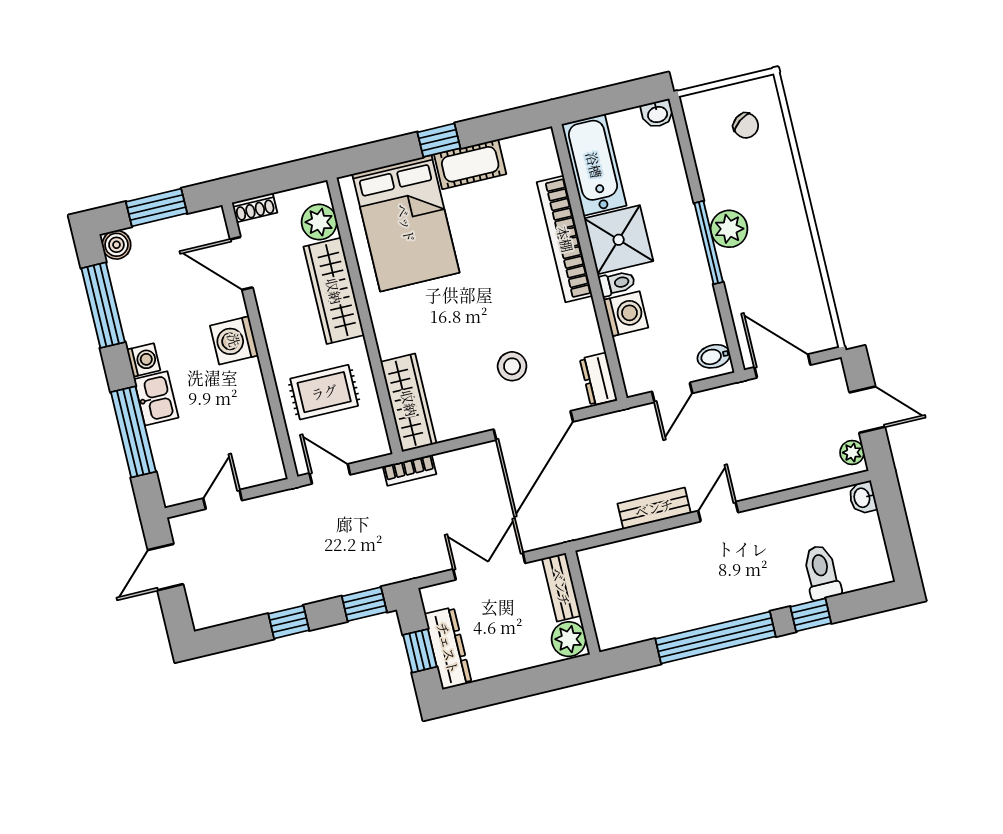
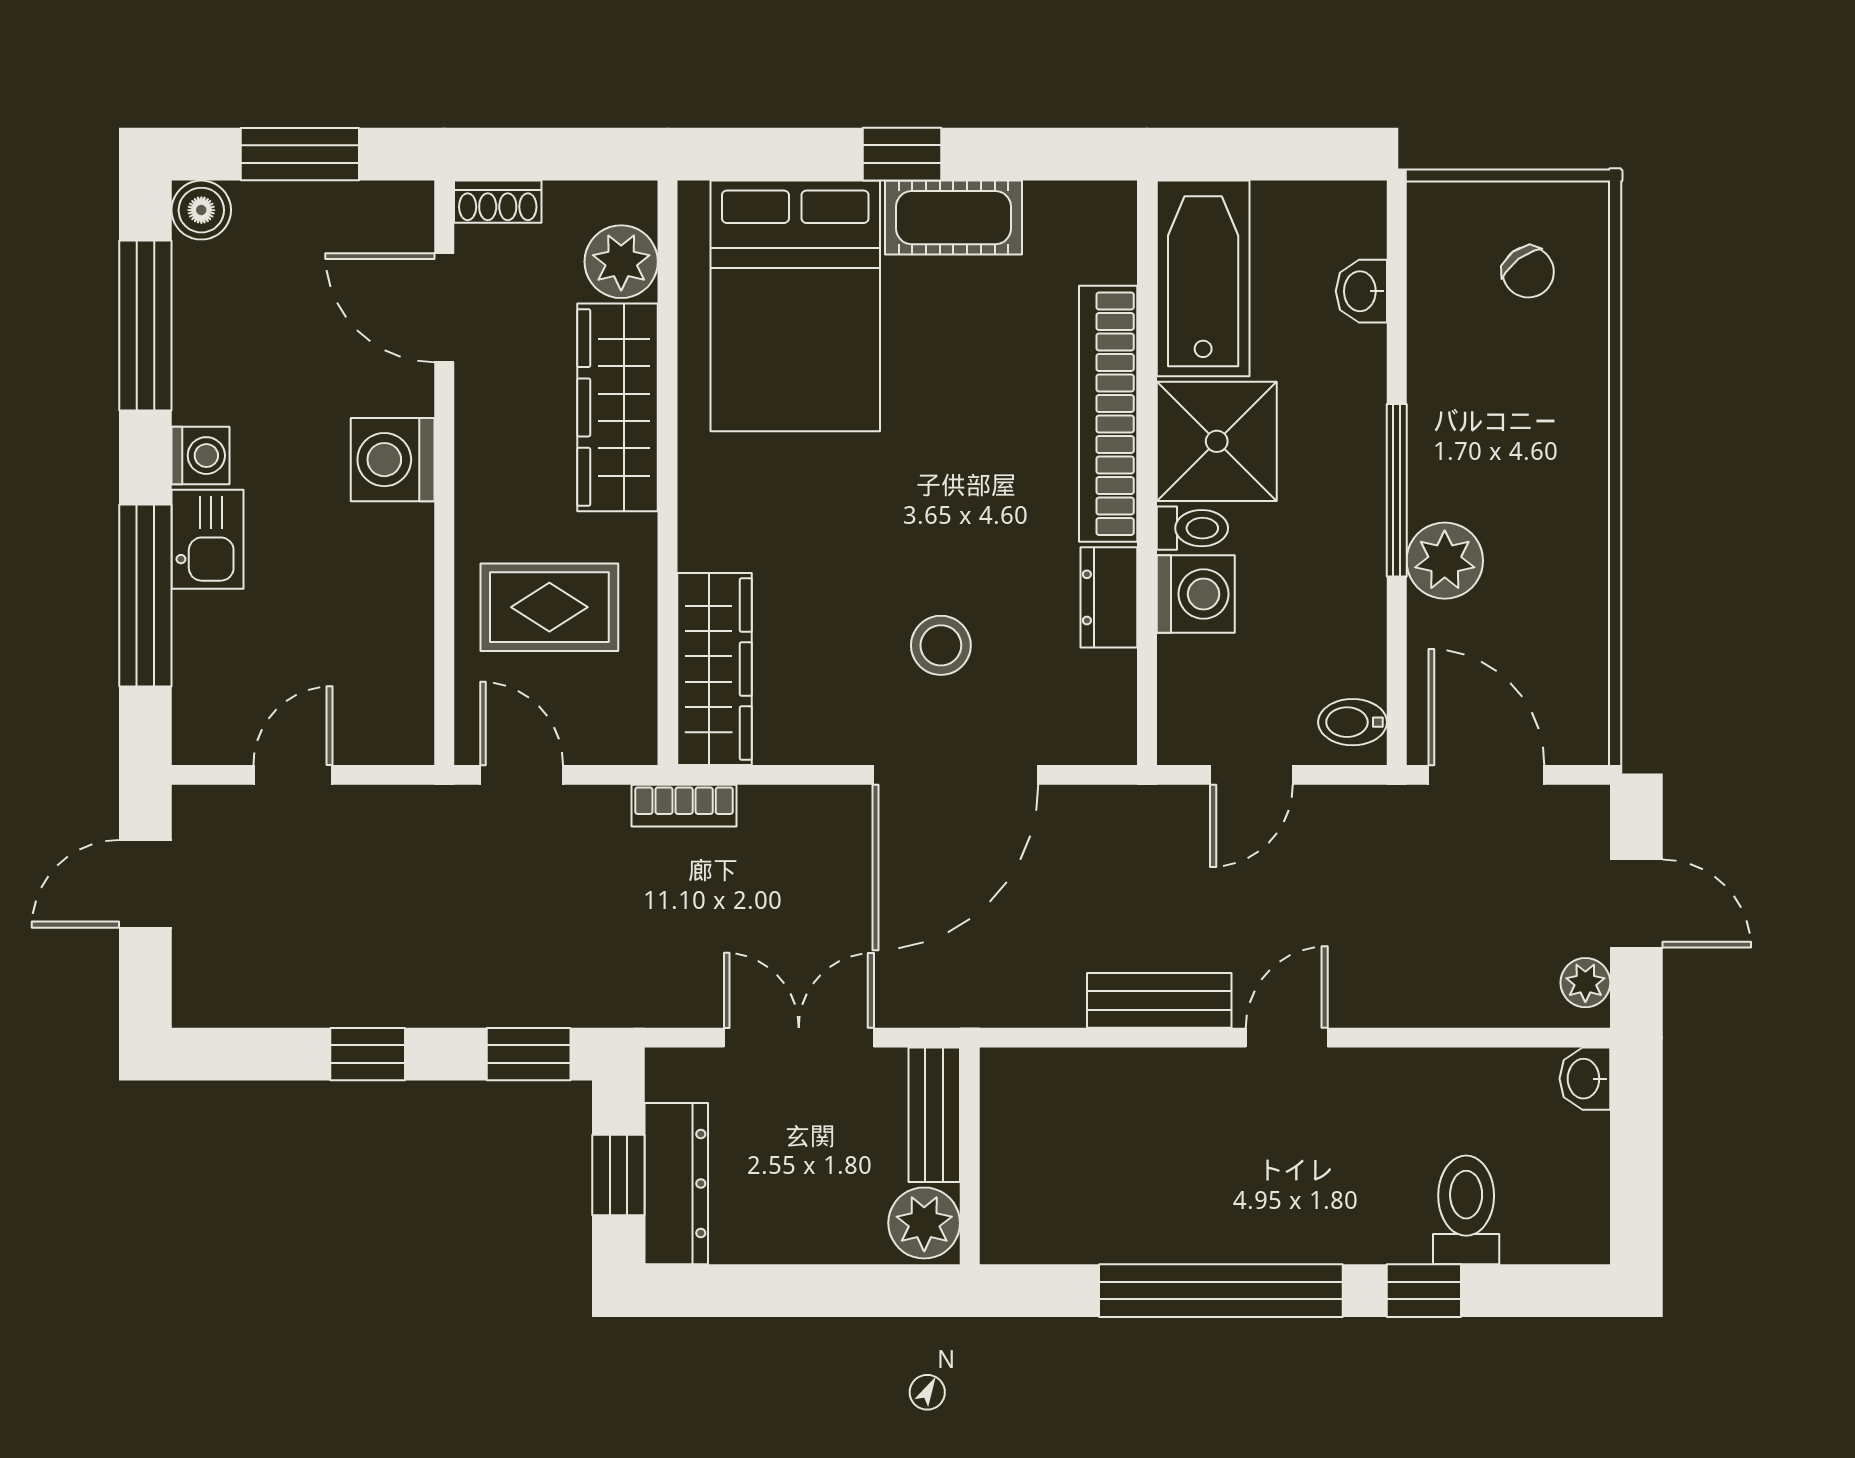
washbasin: (657, 114) -> (1361, 291), moved, turned 90
plant: (729, 229) -> (1445, 561), moved
dresser: (598, 379) -> (1109, 597), moved

